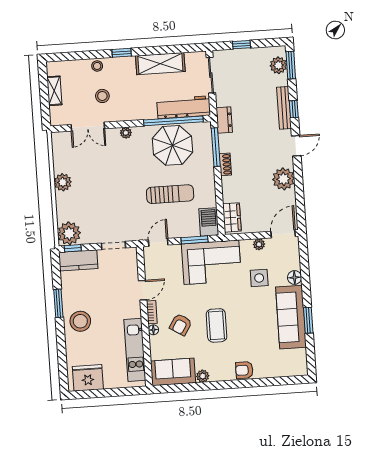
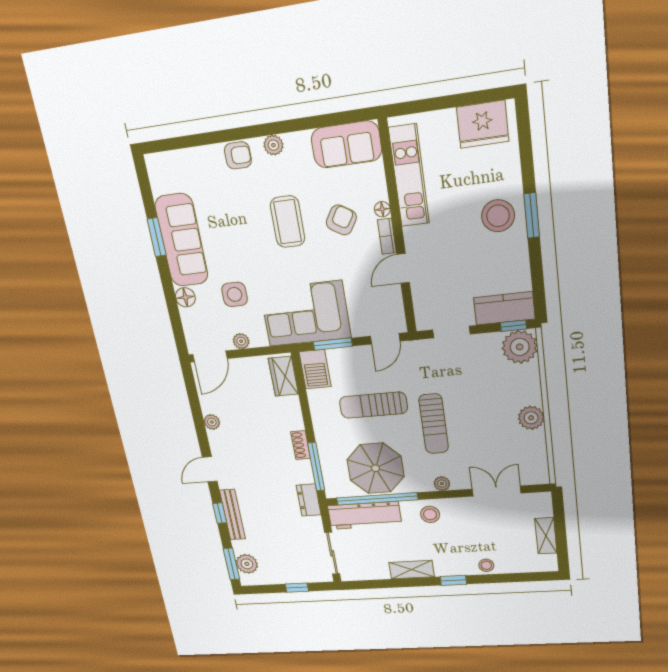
shelving: (160, 64) -> (412, 570), width x0.67, depth x0.75
stool: (102, 96) -> (430, 514), moved
sun lounger: (129, 179) -> (434, 424), added
plant: (284, 179) -> (212, 422), width x0.53, depth x0.53
window: (58, 303) -> (532, 215), moved
plant: (203, 376) -> (273, 145), moved

